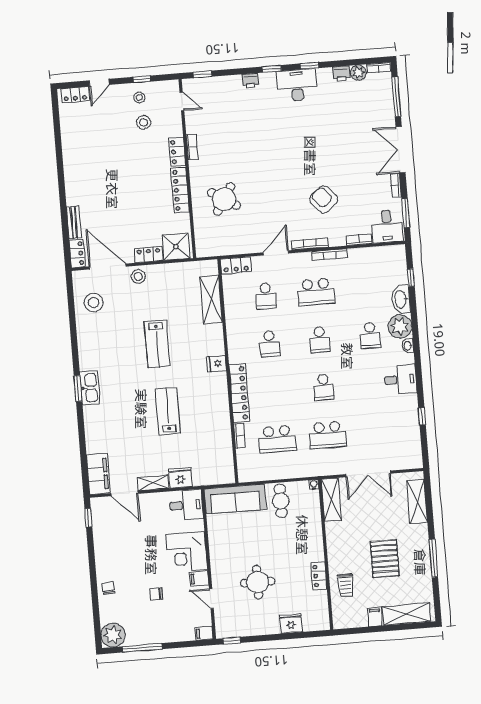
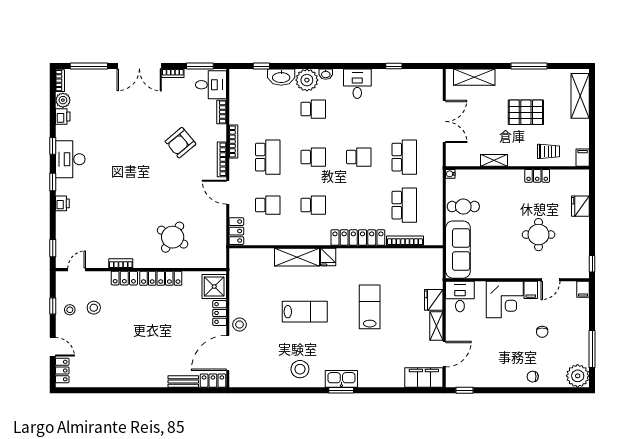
shelving: (211, 300) -> (297, 257), moved
stool: (94, 303) -> (300, 369), moved
lab bench: (168, 411) -> (370, 307), turned 90
bookcase: (240, 436) -> (405, 241), width x1.56
shelving: (331, 500) -> (494, 160), moved, width x0.67, depth x0.75
filing cabinet: (375, 617) -> (583, 158), moved, turned 90

